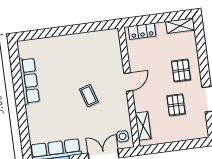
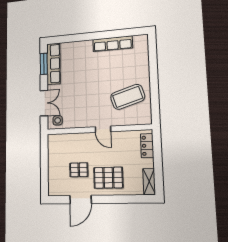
pallet: (181, 70) -> (108, 178), width x1.50, depth x1.42
coffee table: (89, 96) -> (128, 97), moved, width x1.86, depth x1.72
shelving: (143, 126) -> (64, 139), removed

